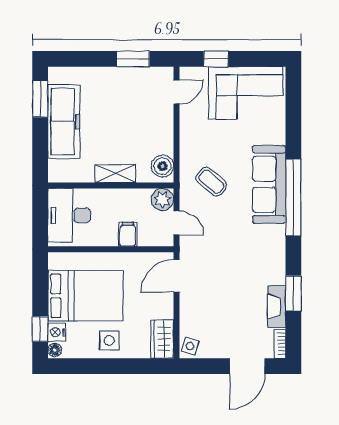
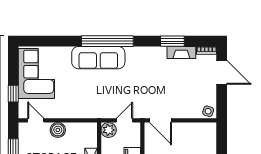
boiler: (162, 166) -> (58, 130), moved
coffee table: (211, 182) -> (97, 97), removed
wardrobe: (162, 339) -> (203, 130), removed

